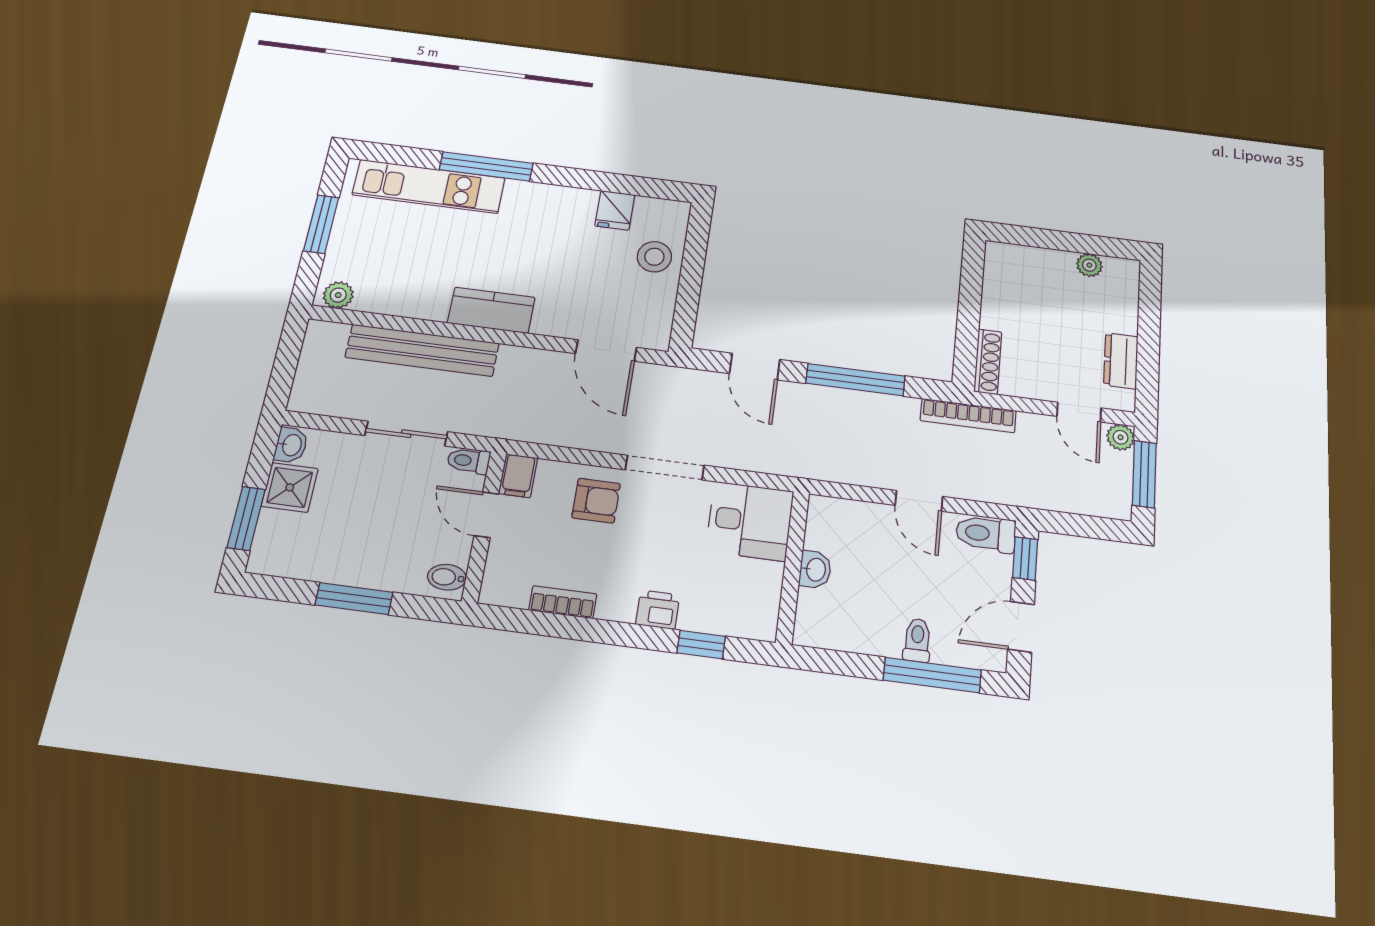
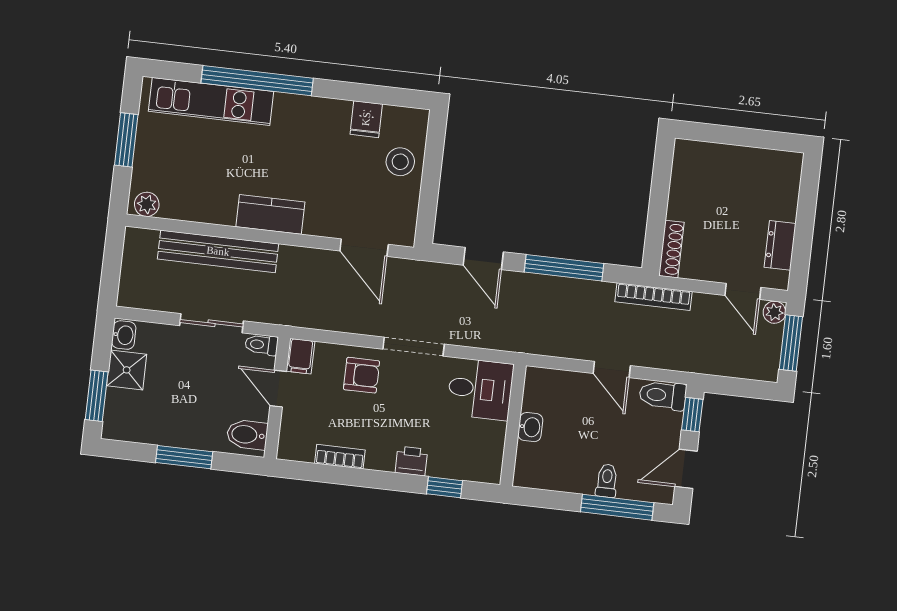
window: (486, 166) -> (257, 81), width x1.46
plant: (1089, 265) -> (761, 159), removed
bidet: (447, 577) -> (247, 435), width x1.38, depth x1.36

